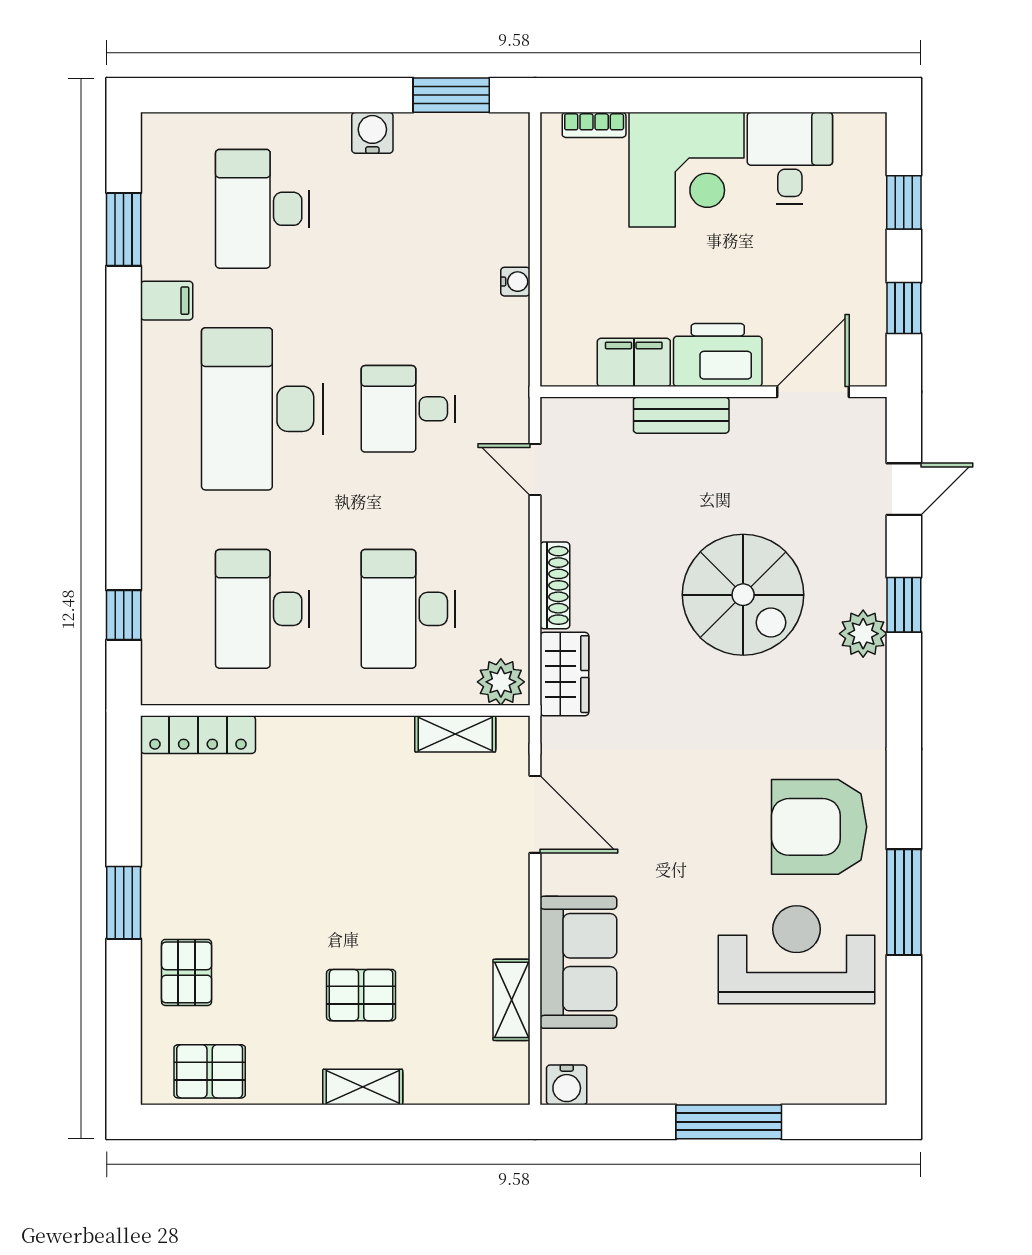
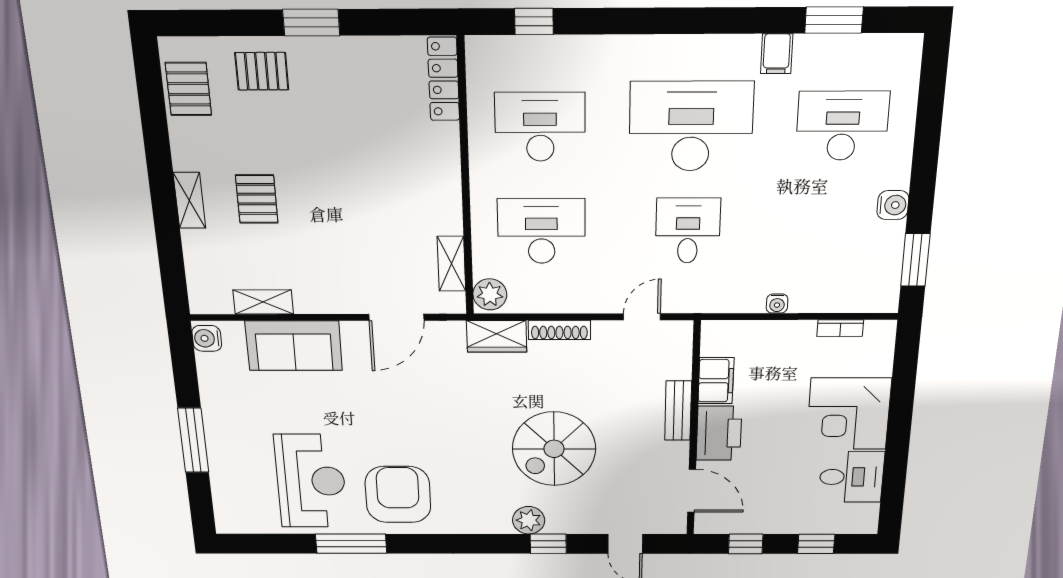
bookcase: (594, 125) -> (840, 328), moved, turned -90

